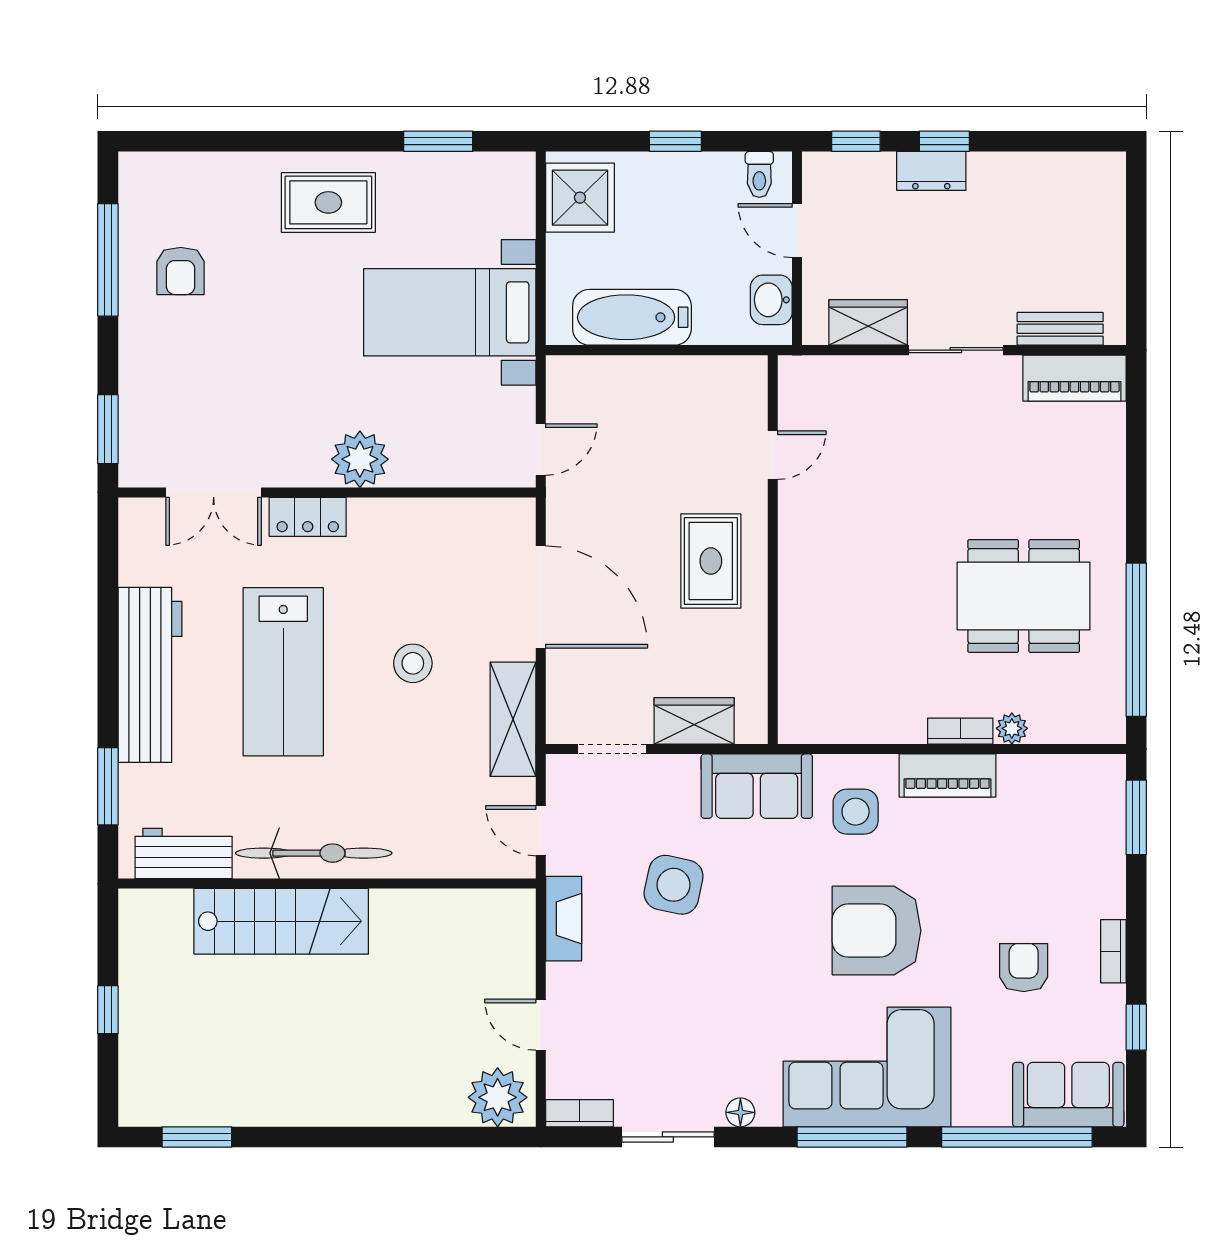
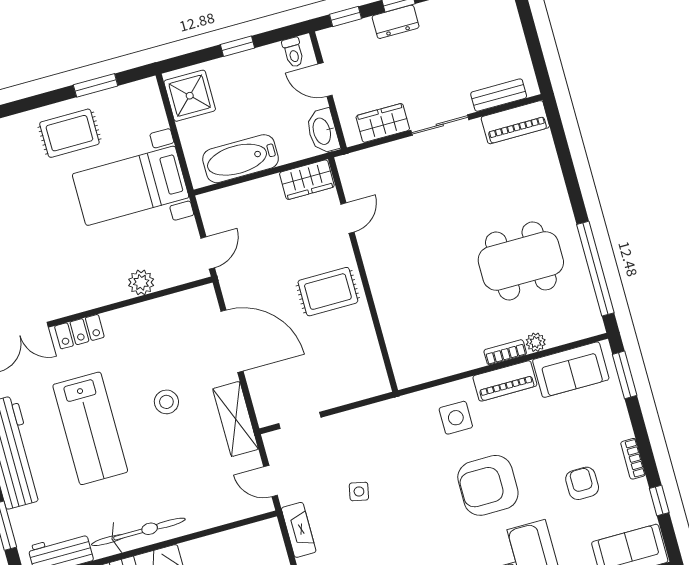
rug: (328, 202) -> (69, 133), moved
washbasin: (771, 300) -> (323, 131), width x1.38
plant: (360, 459) -> (141, 282), moved, width x0.73, depth x0.73
rug: (711, 561) -> (328, 292), turned 90
wardrobe: (694, 721) -> (307, 180), moved, turned 180
sofa: (757, 786) -> (571, 370), moved
side table: (674, 885) -> (359, 491), width x0.54, depth x0.54

